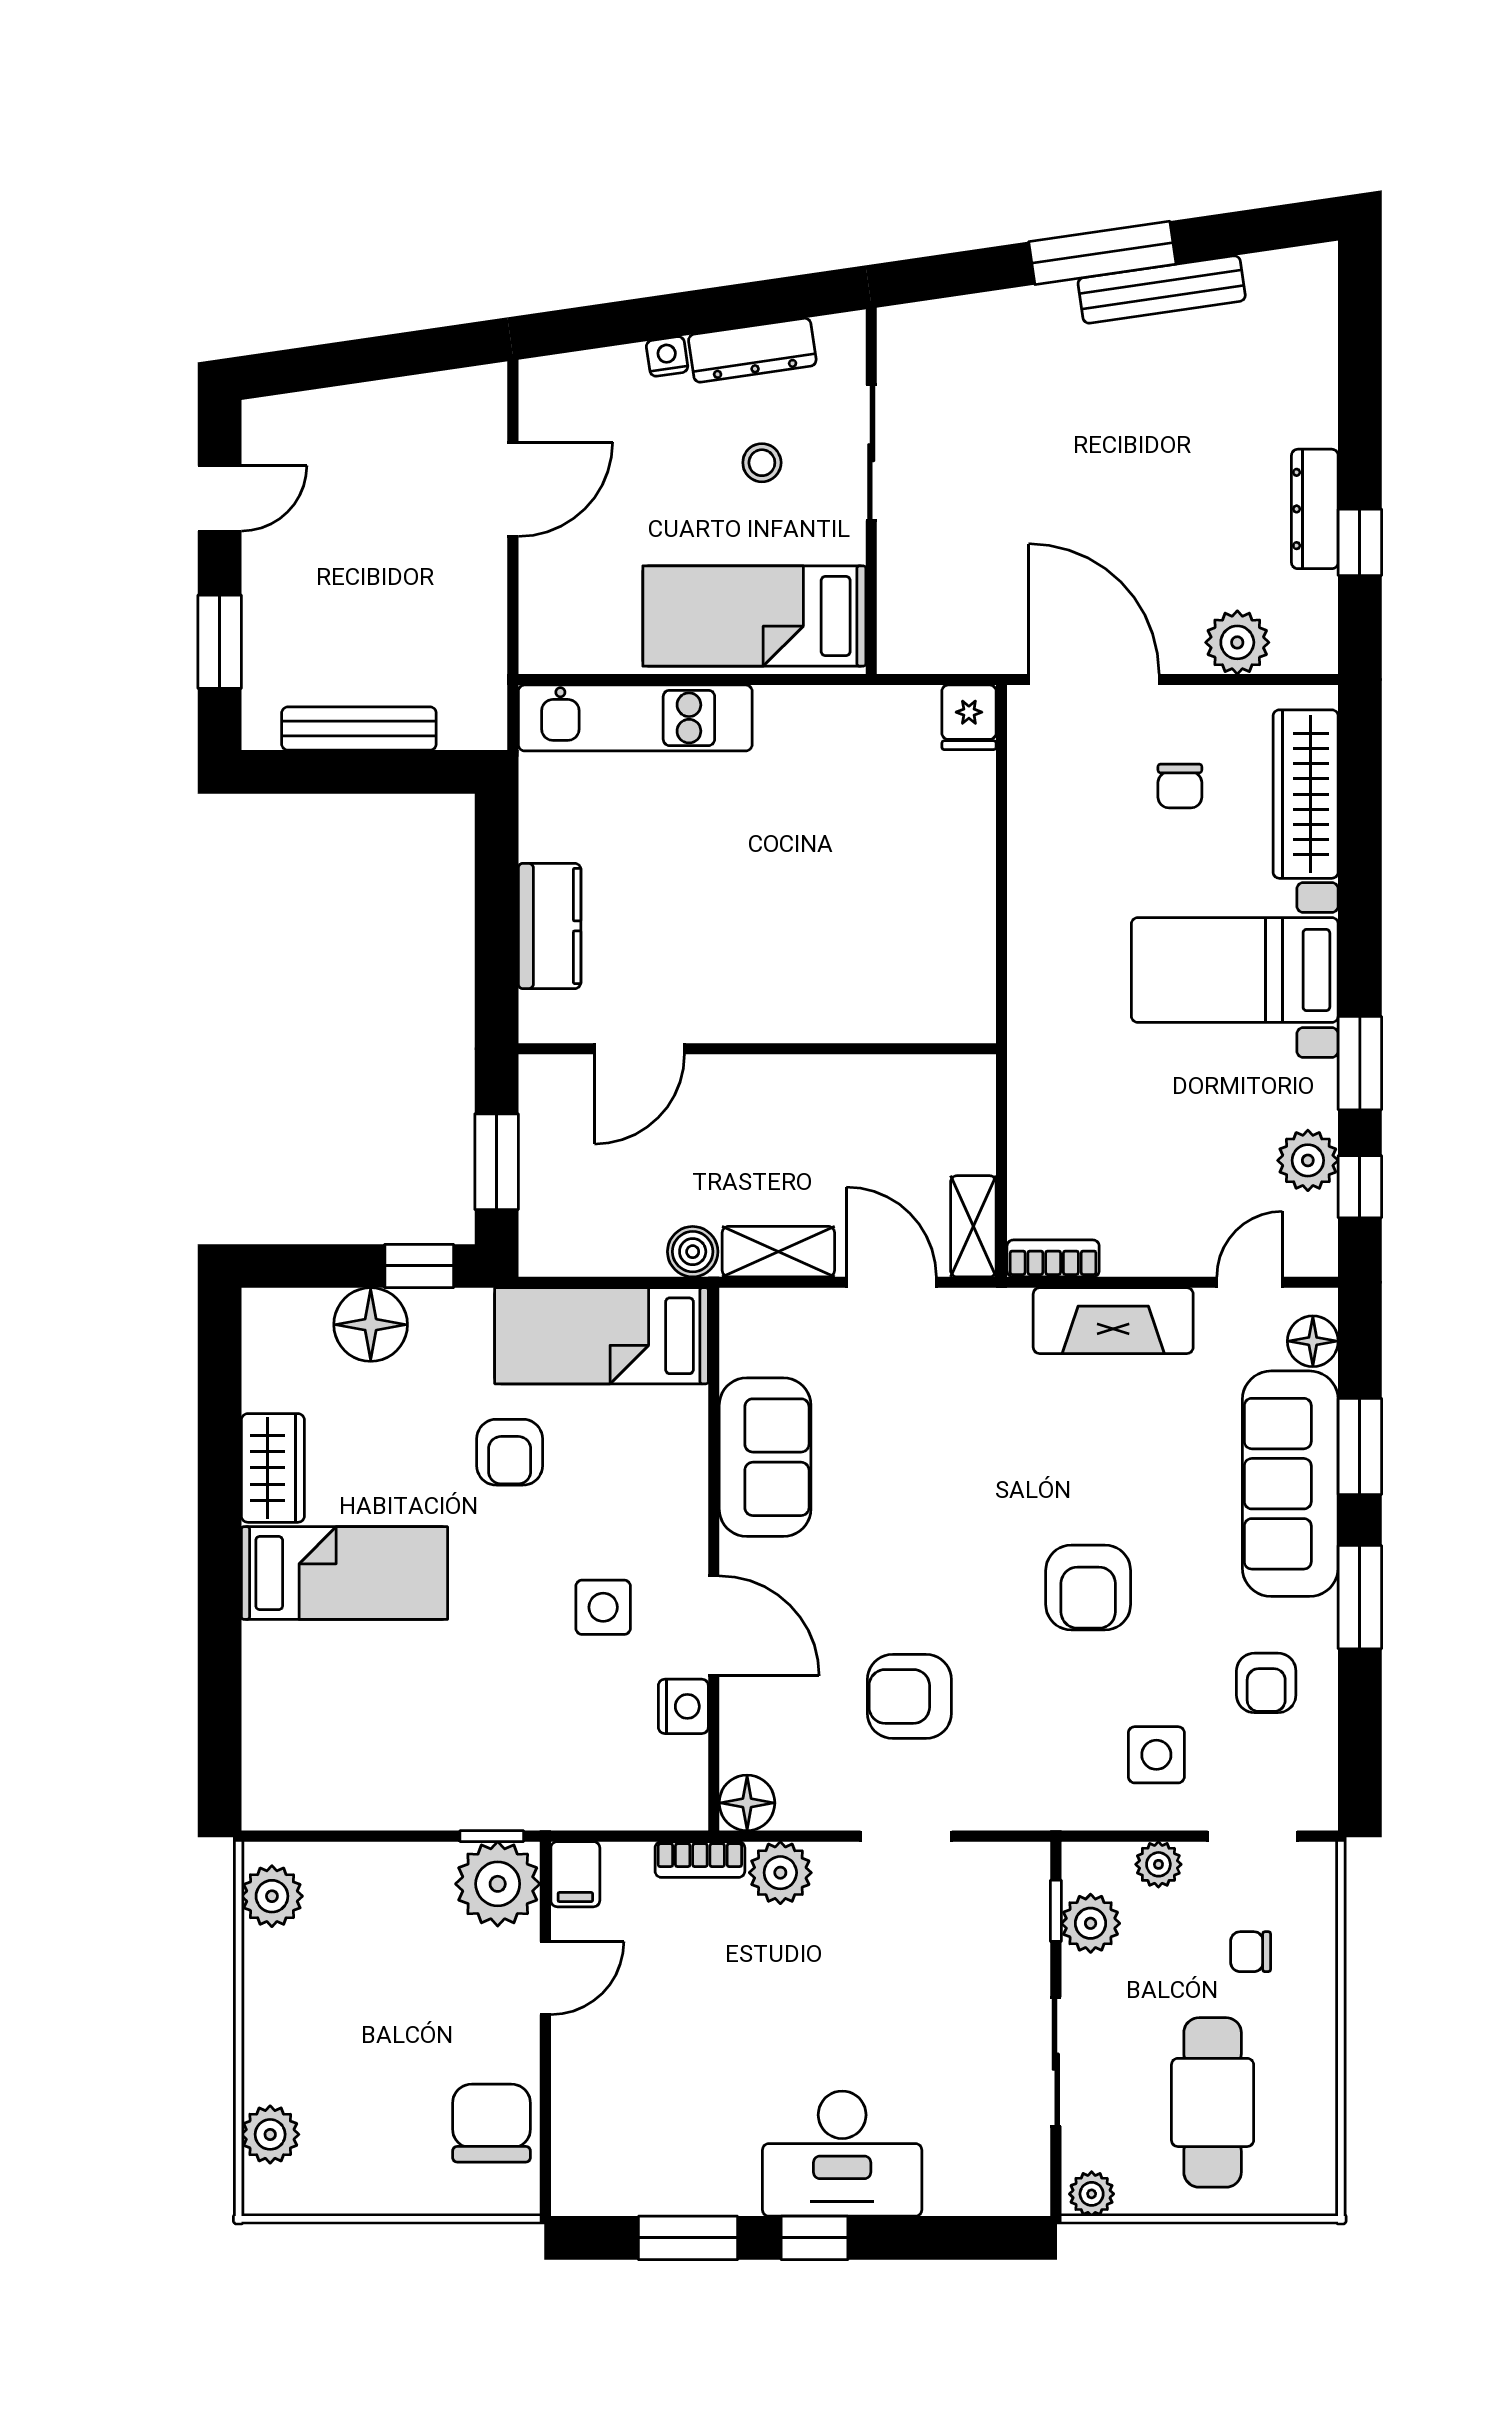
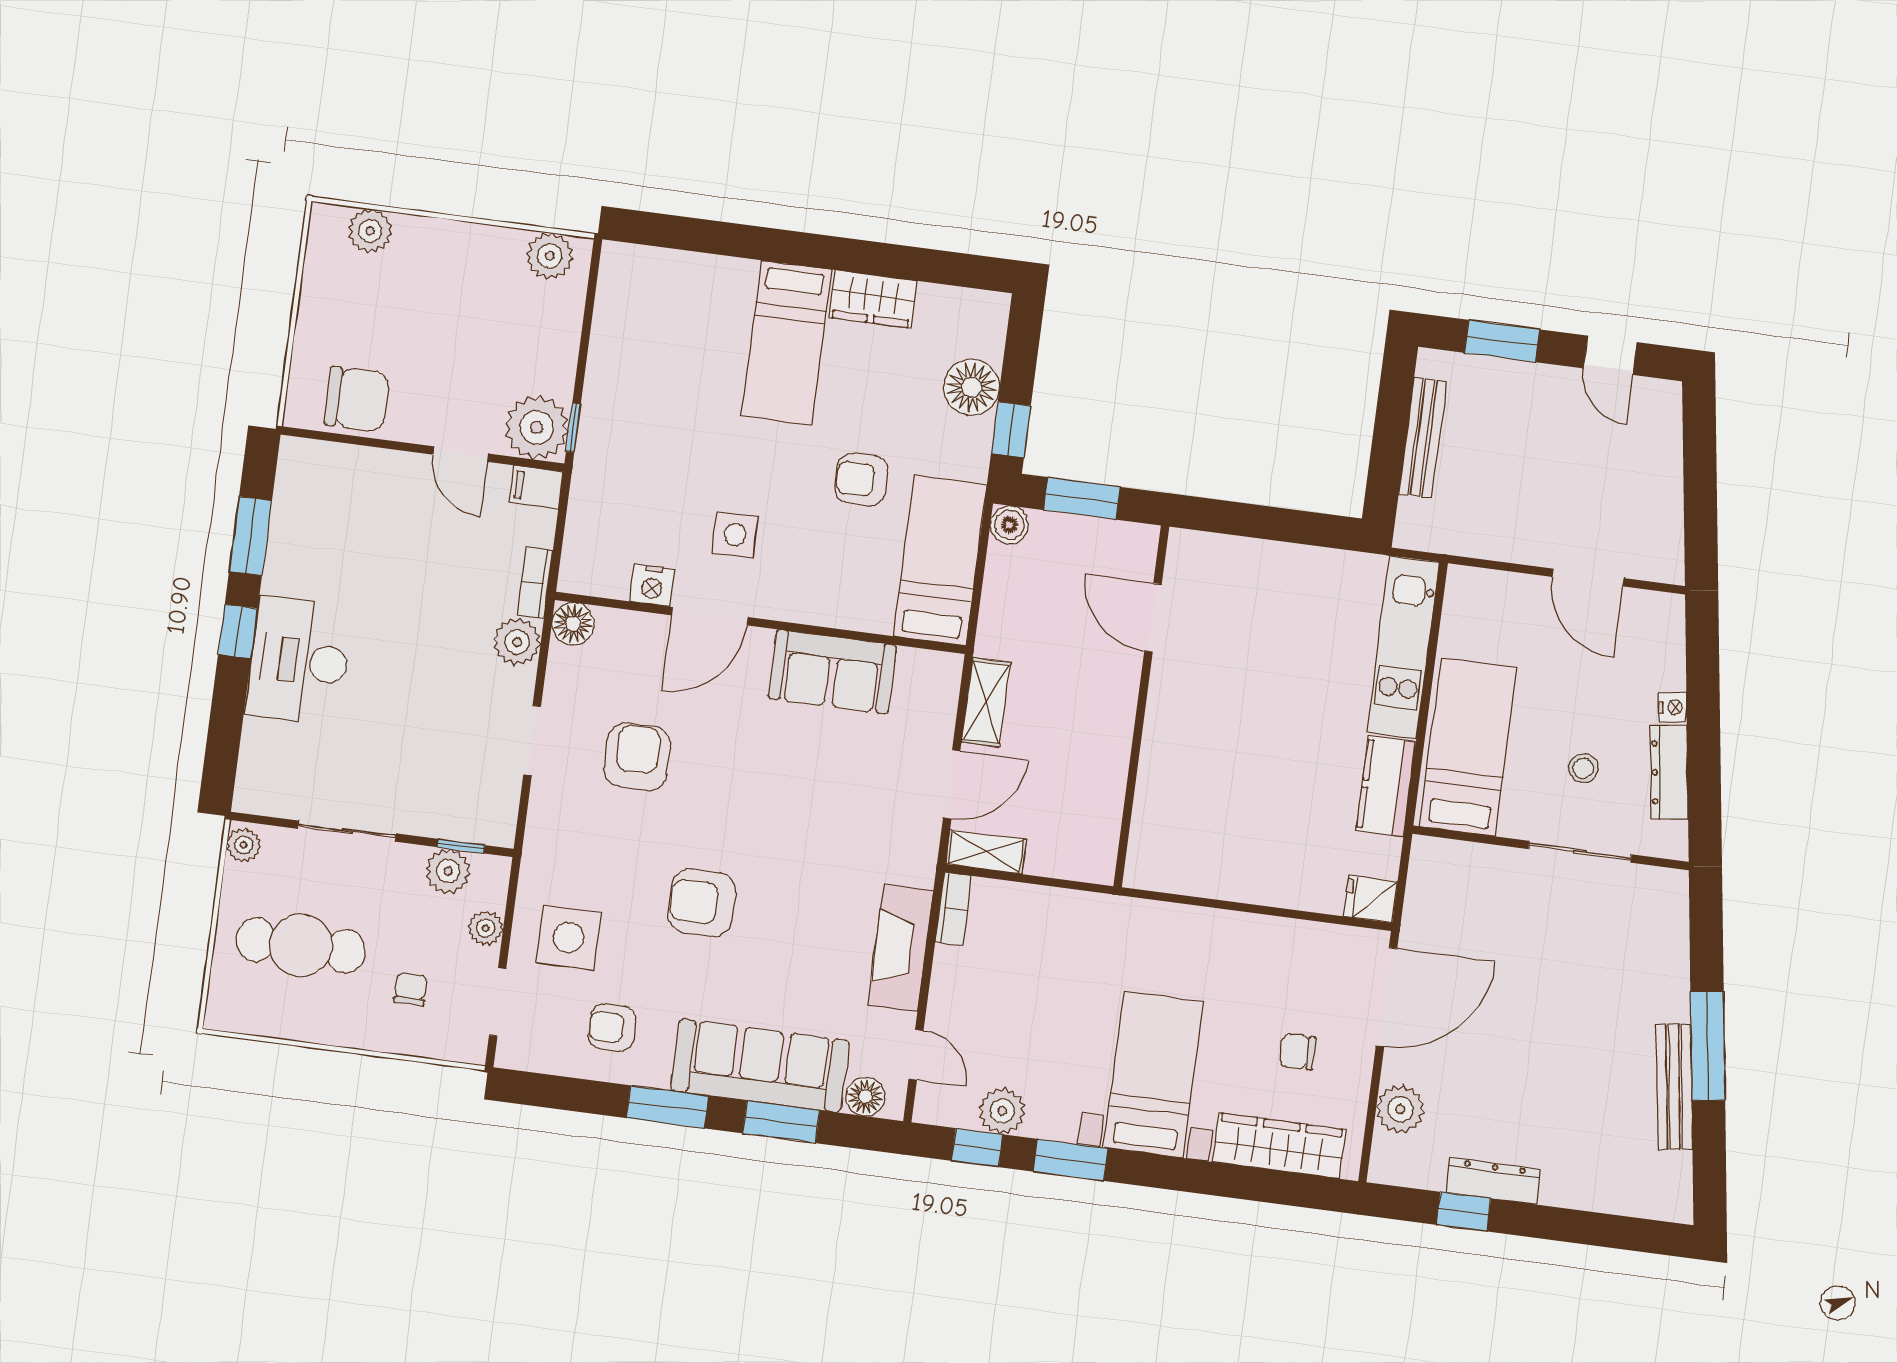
kitchen counter: (550, 926) -> (1386, 786), moved, turned 90
boiler: (693, 1252) -> (1009, 525), moved
side table: (1156, 1755) -> (569, 938), width x1.37, depth x1.37

